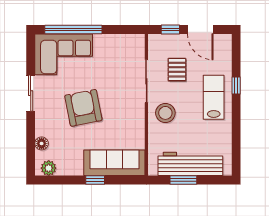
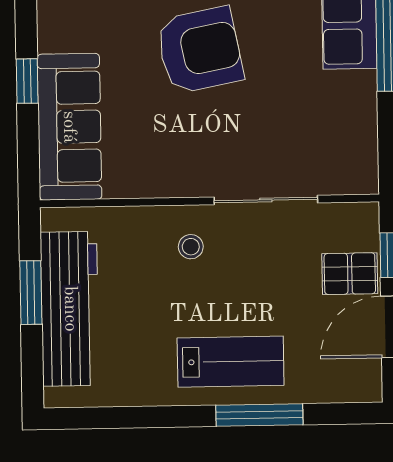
pallet: (177, 70) -> (350, 274), moved
window: (236, 86) -> (259, 415), width x2.17
stool: (165, 113) -> (191, 247), width x0.53, depth x0.53

